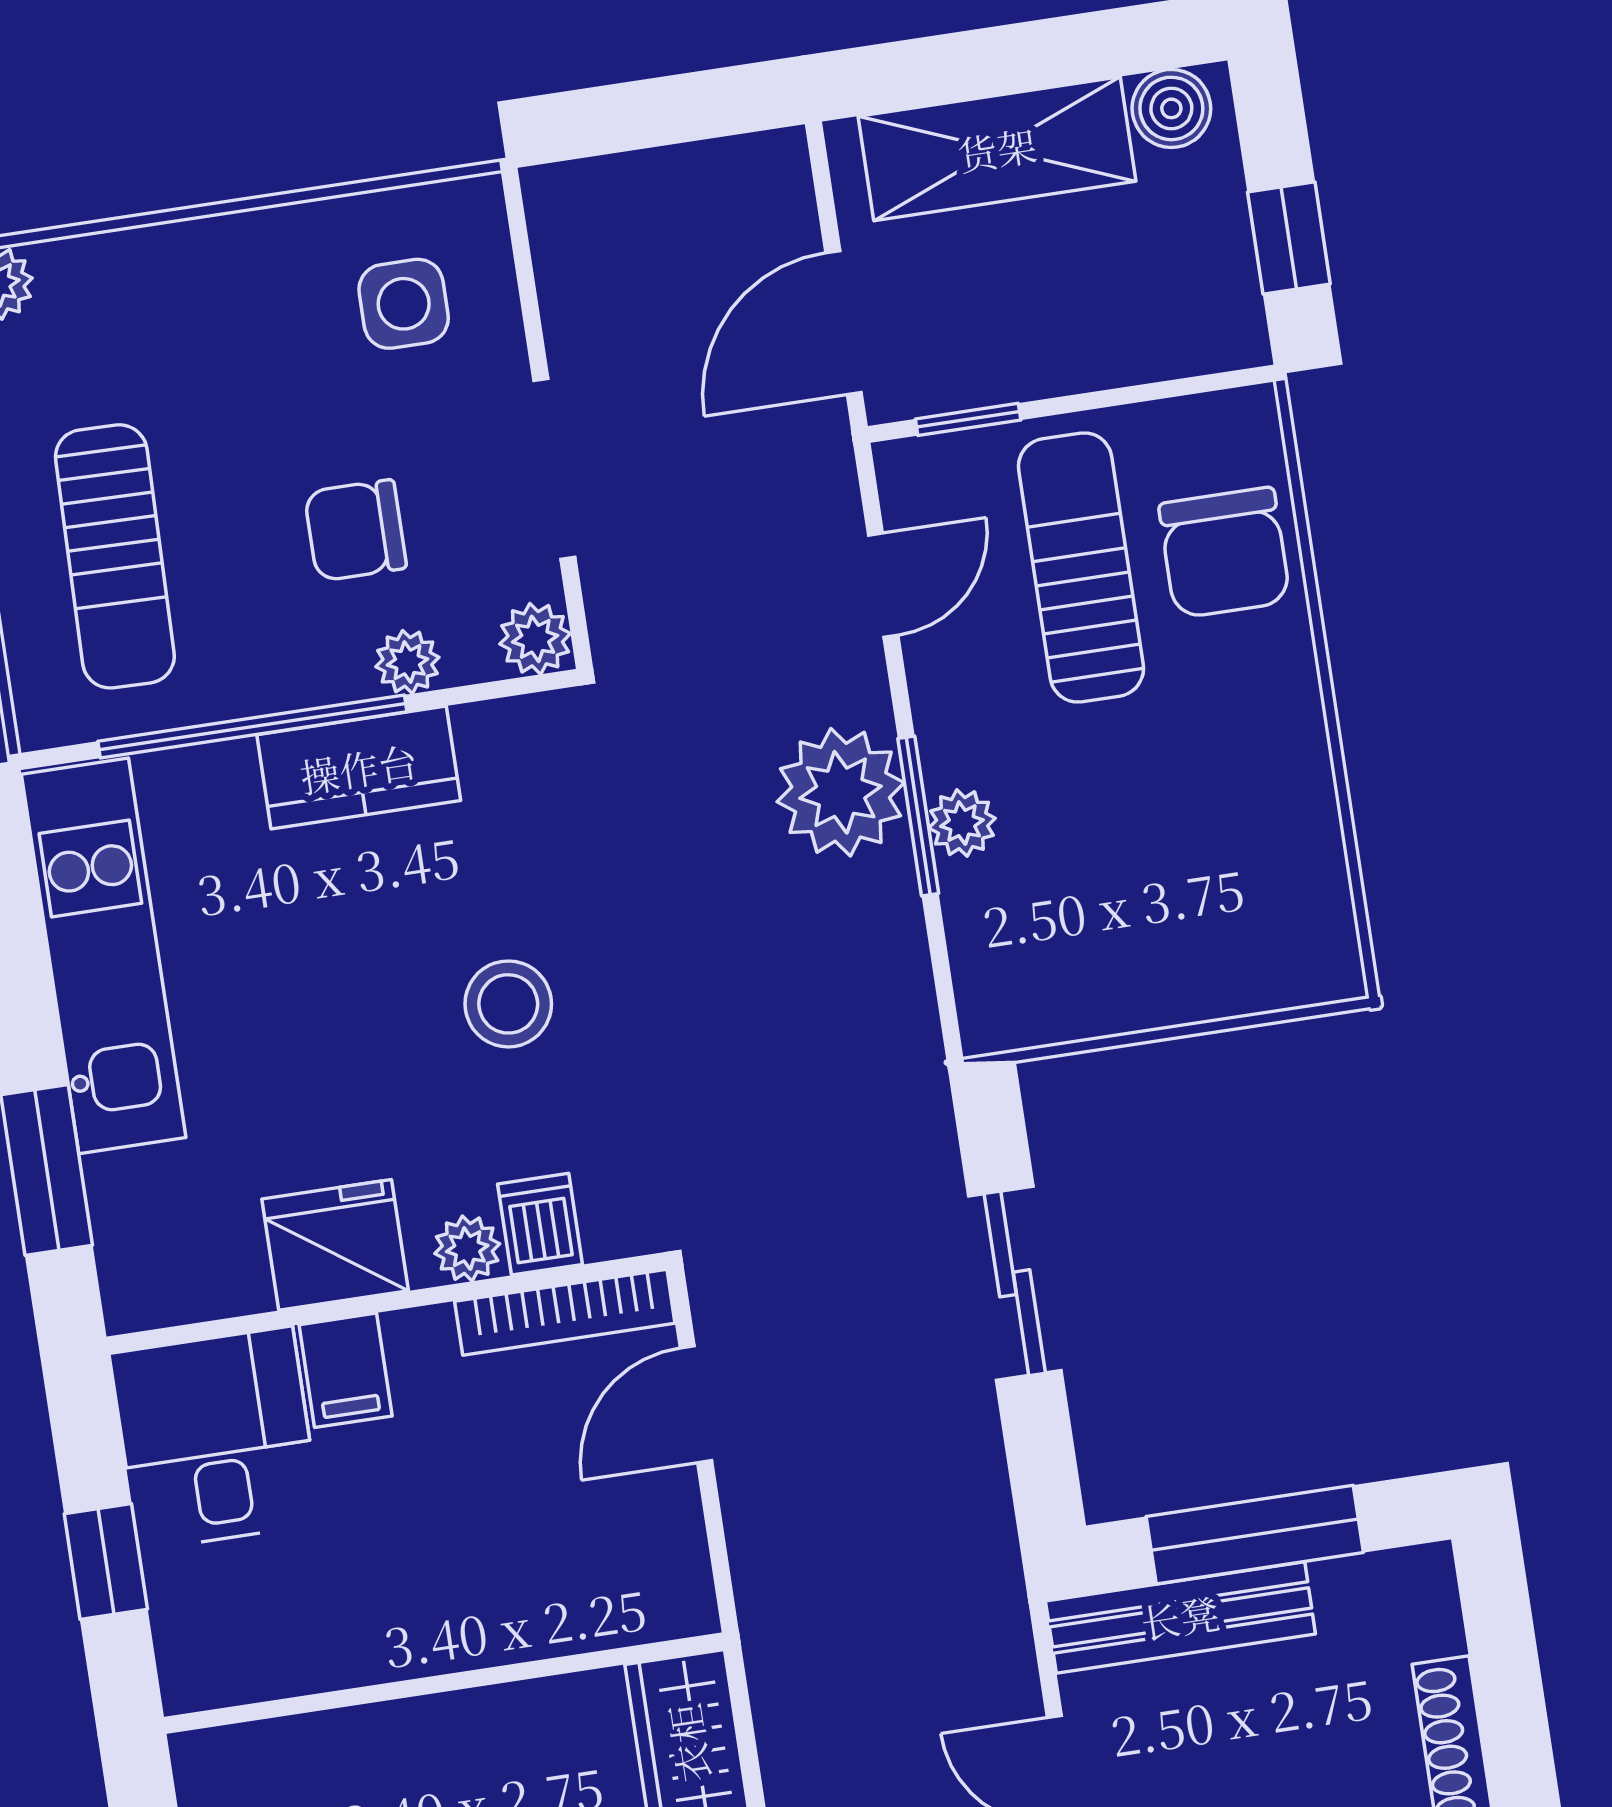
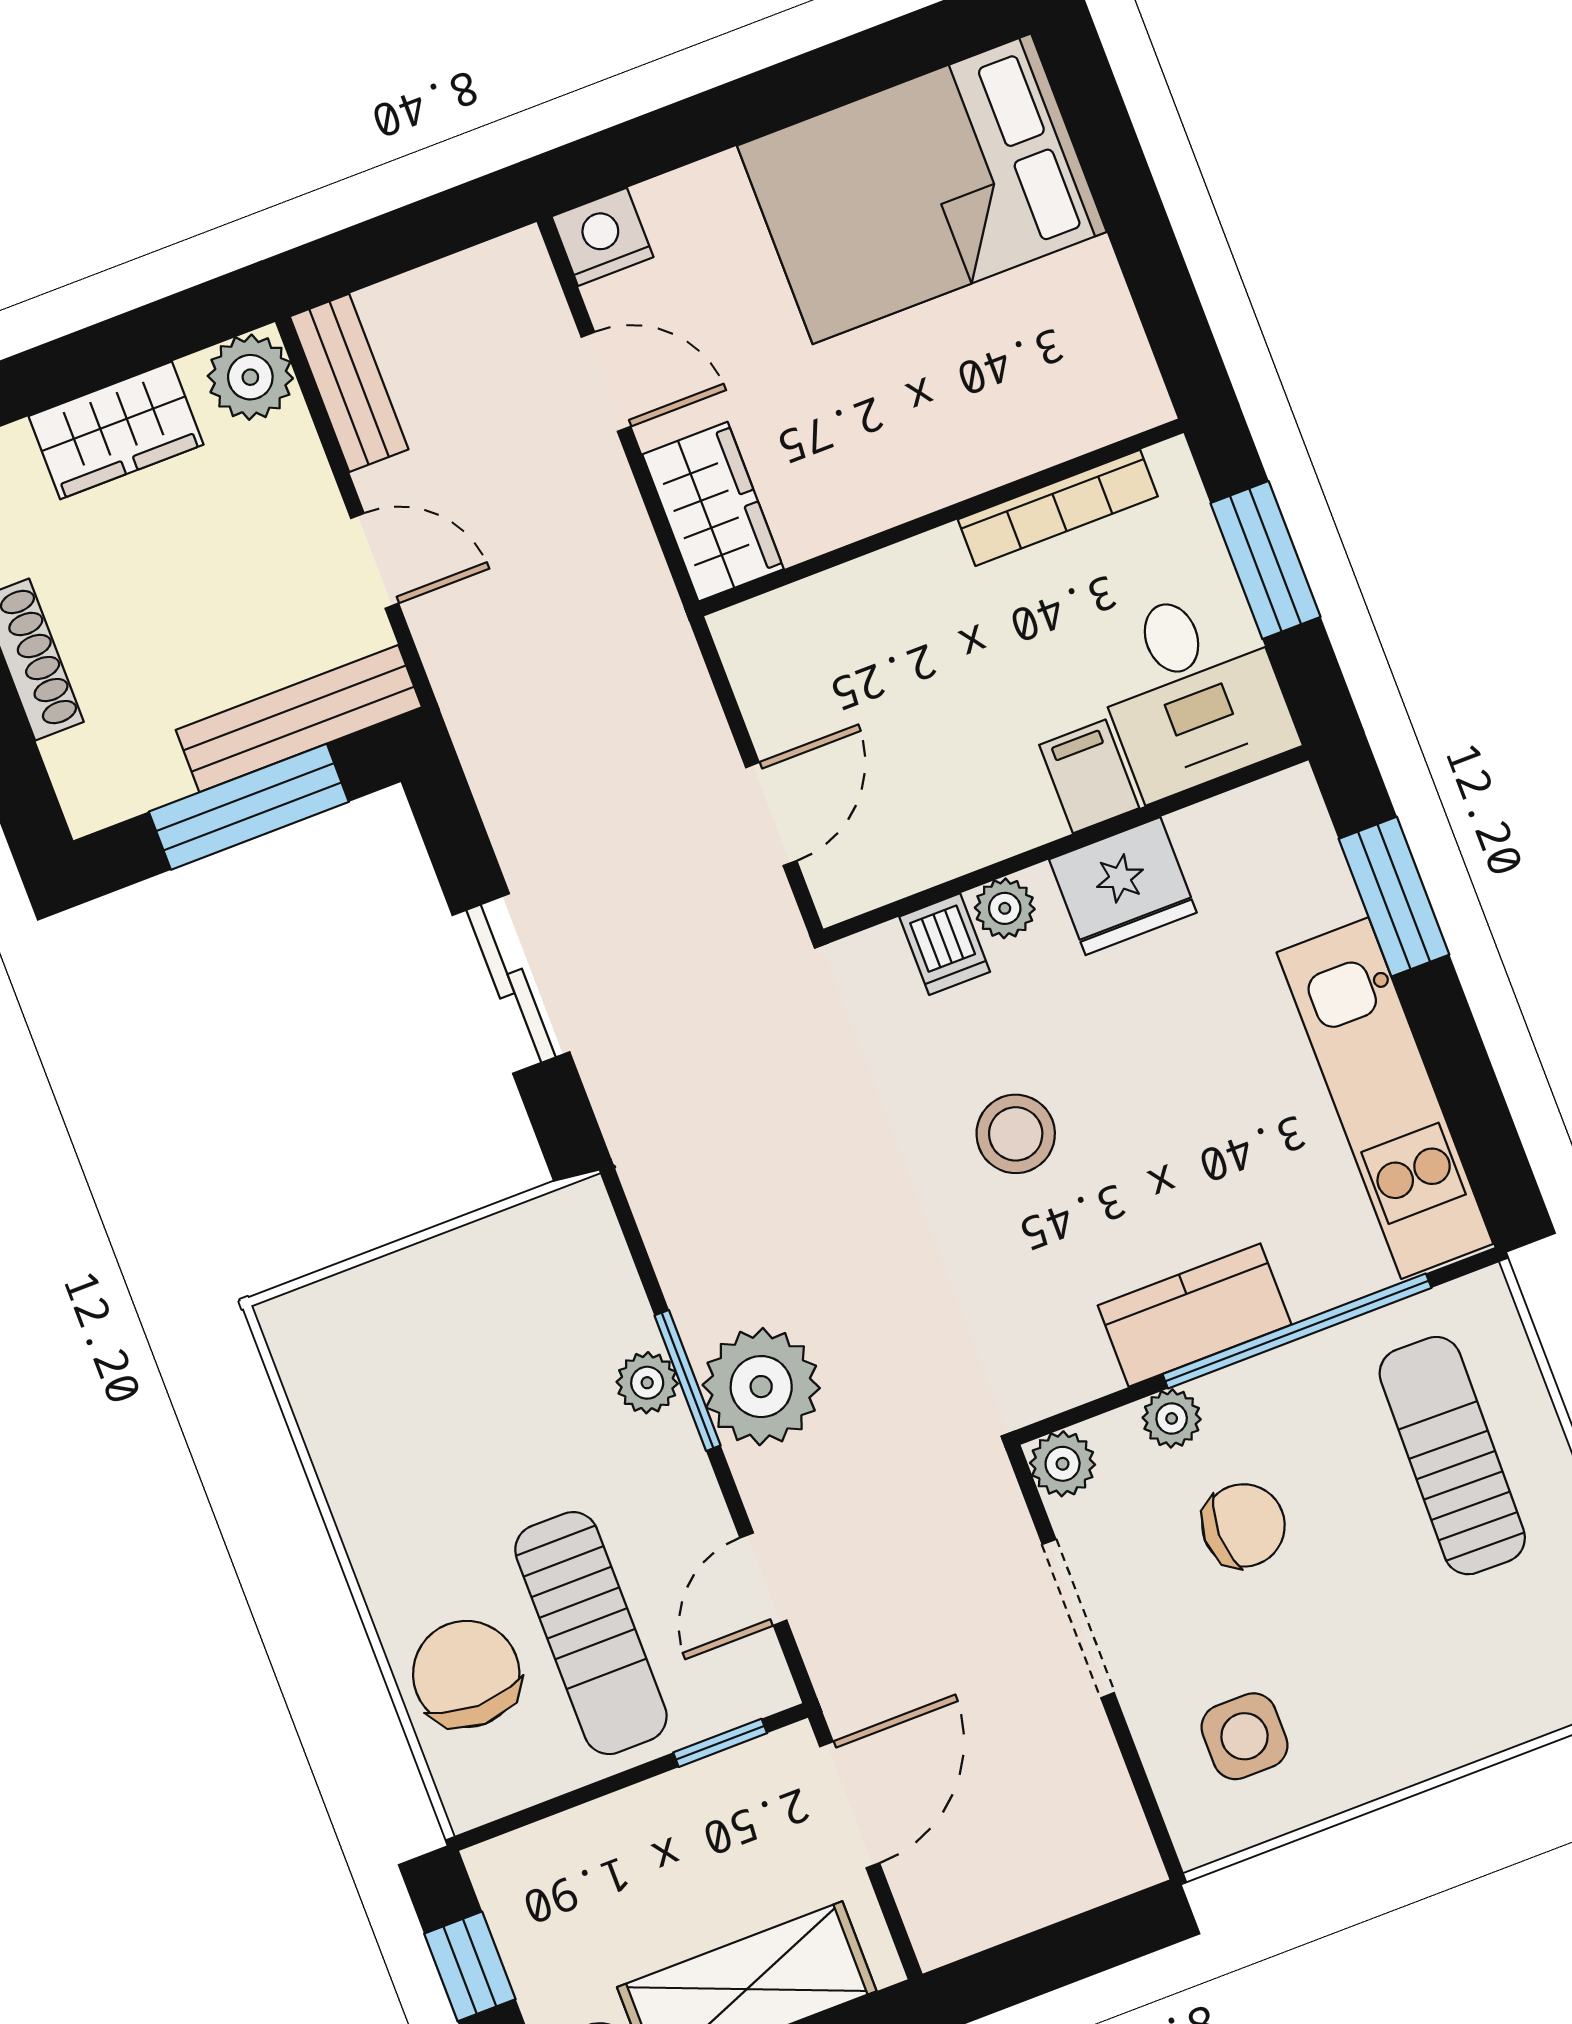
bookcase: (565, 1312) -> (1058, 508), moved, turned 180
window: (106, 1561) -> (1265, 560), width x1.50

